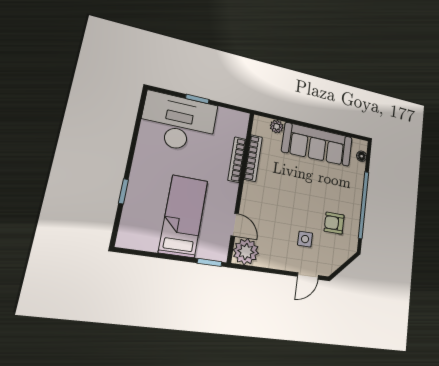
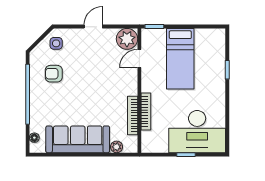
armchair: (334, 223) -> (54, 74), turned 180
door: (235, 225) -> (139, 59), hinge flipped
side table: (305, 239) -> (56, 43), moved
door: (308, 276) -> (93, 27), moved

